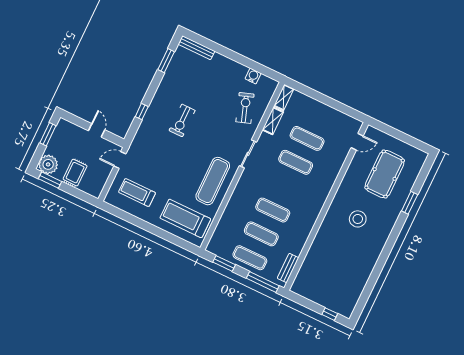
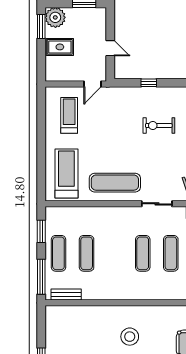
door: (97, 130) -> (110, 48), hinge flipped
door: (120, 160) -> (92, 84), swing flipped
exercise mat: (273, 210) -> (143, 253), moved
stool: (358, 219) -> (130, 337), moved

